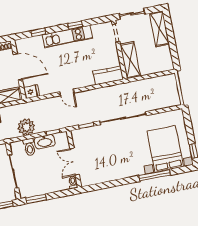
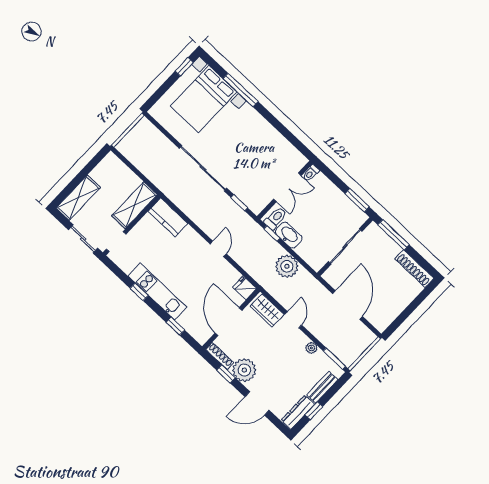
toilet: (29, 147) -> (275, 218), moved

